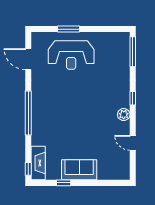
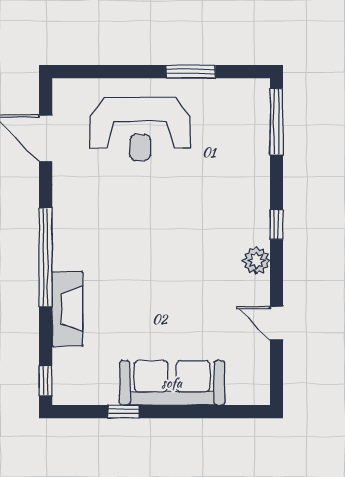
window: (68, 29) -> (191, 72), moved
fireplace: (38, 163) -> (67, 309), moved
sofa: (79, 170) -> (172, 383), width x1.36

